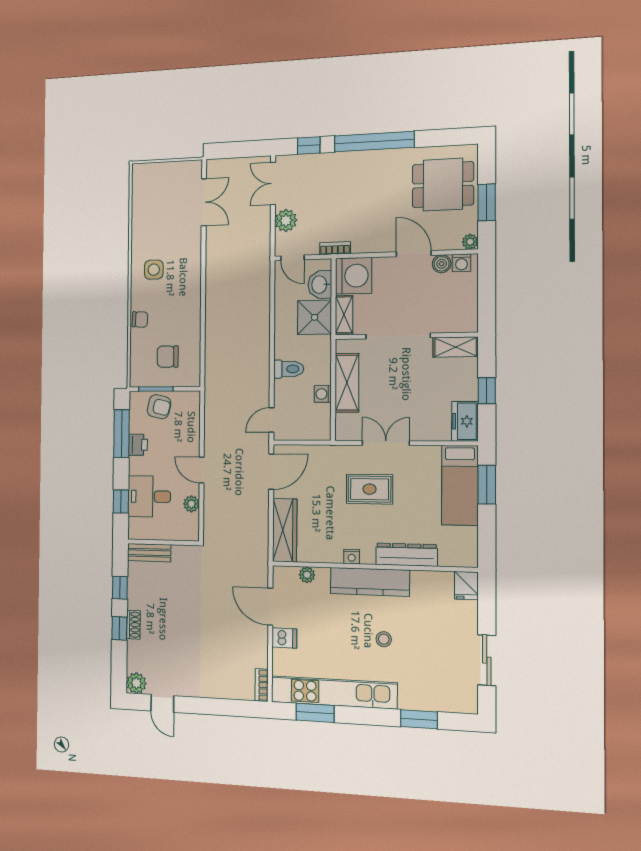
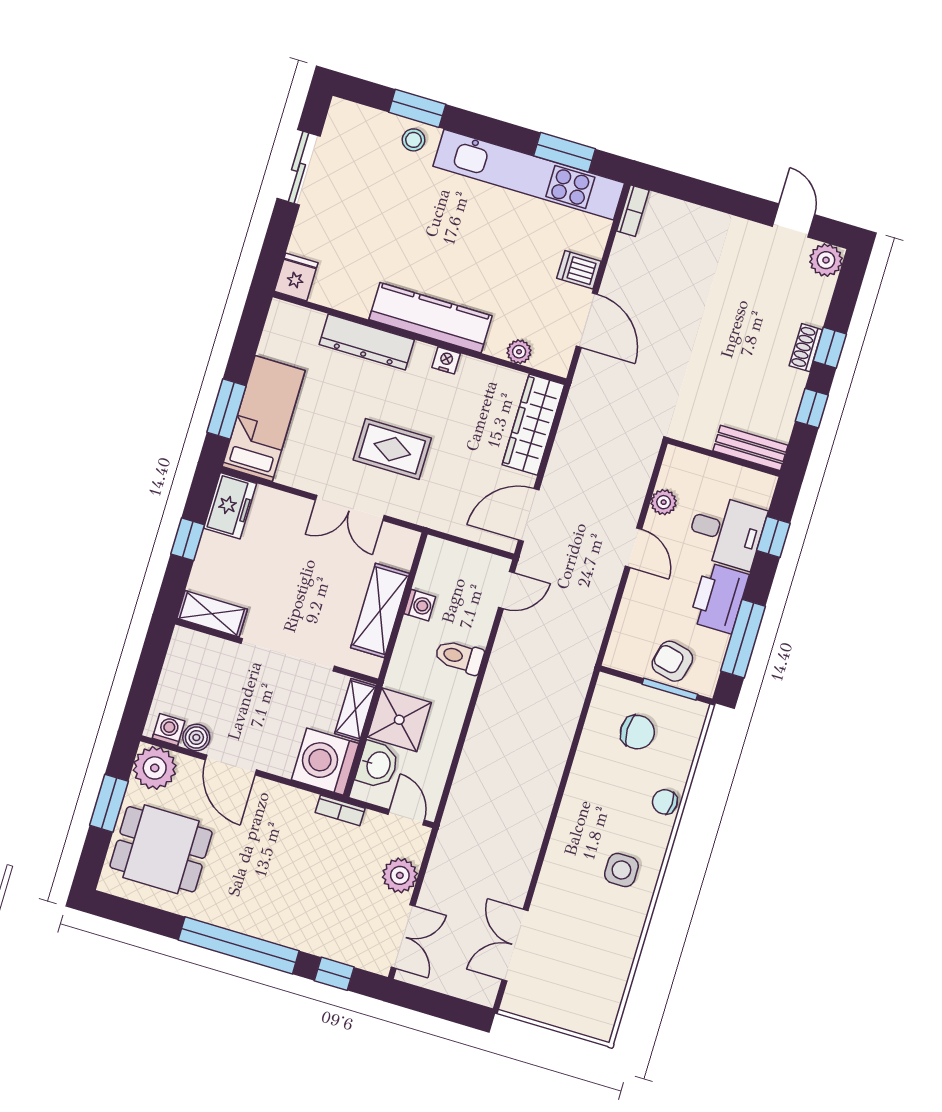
plant: (470, 242) -> (155, 768), width x1.87, depth x1.87
printer: (138, 445) -> (719, 598), width x1.87, depth x1.48
stool: (384, 639) -> (414, 140), moved

